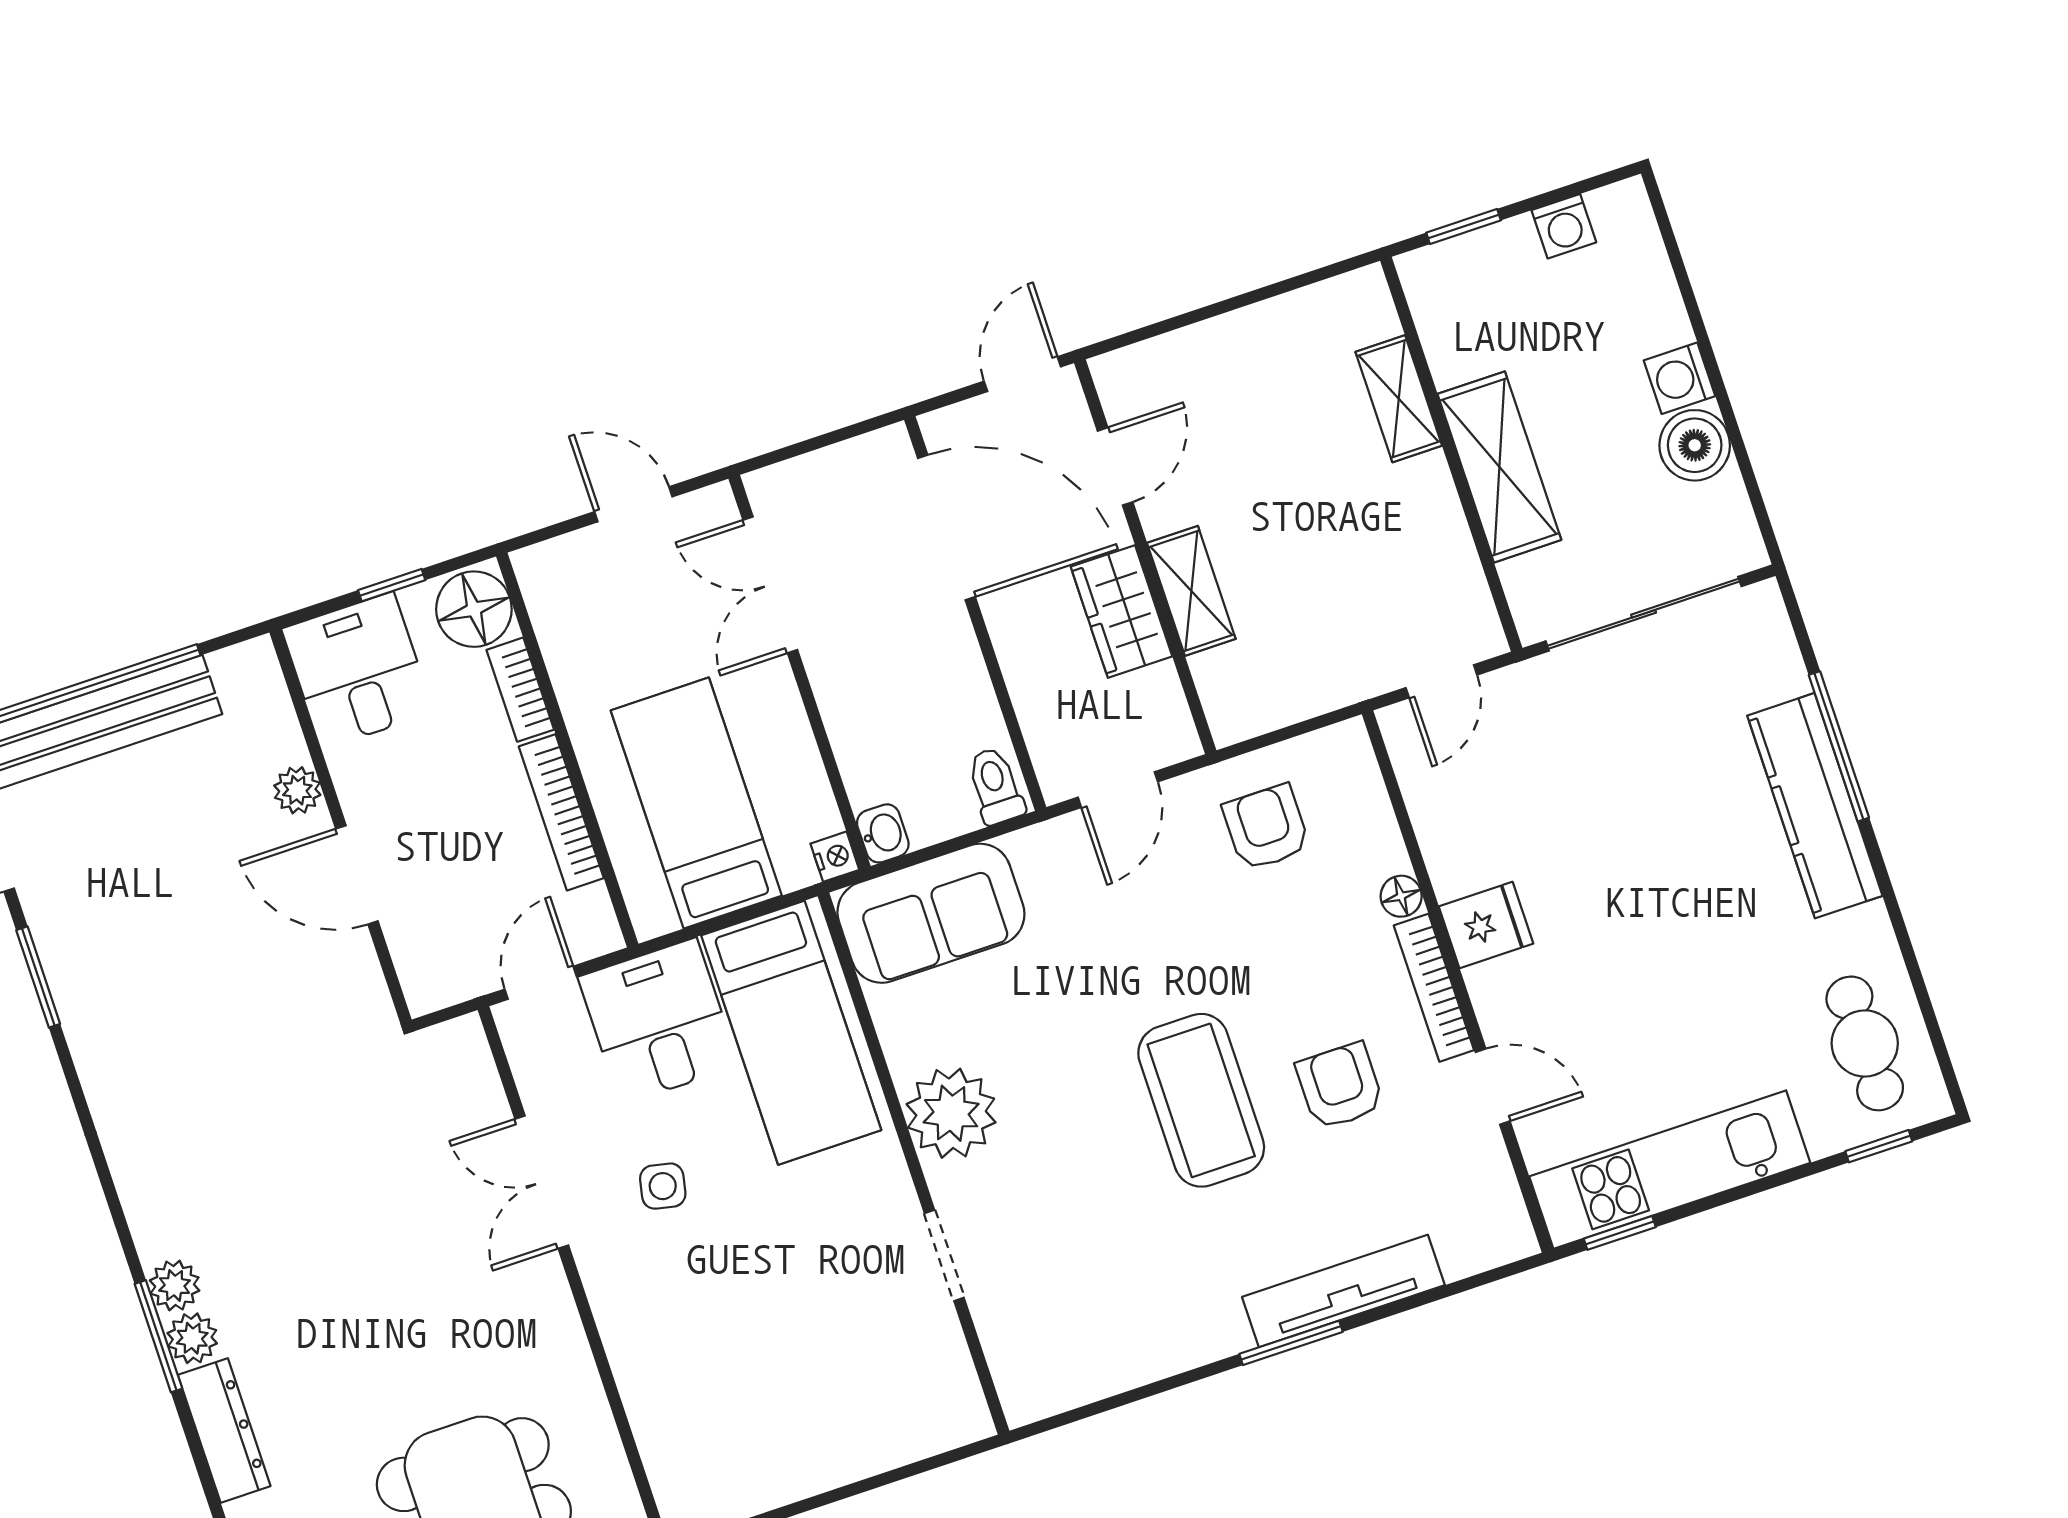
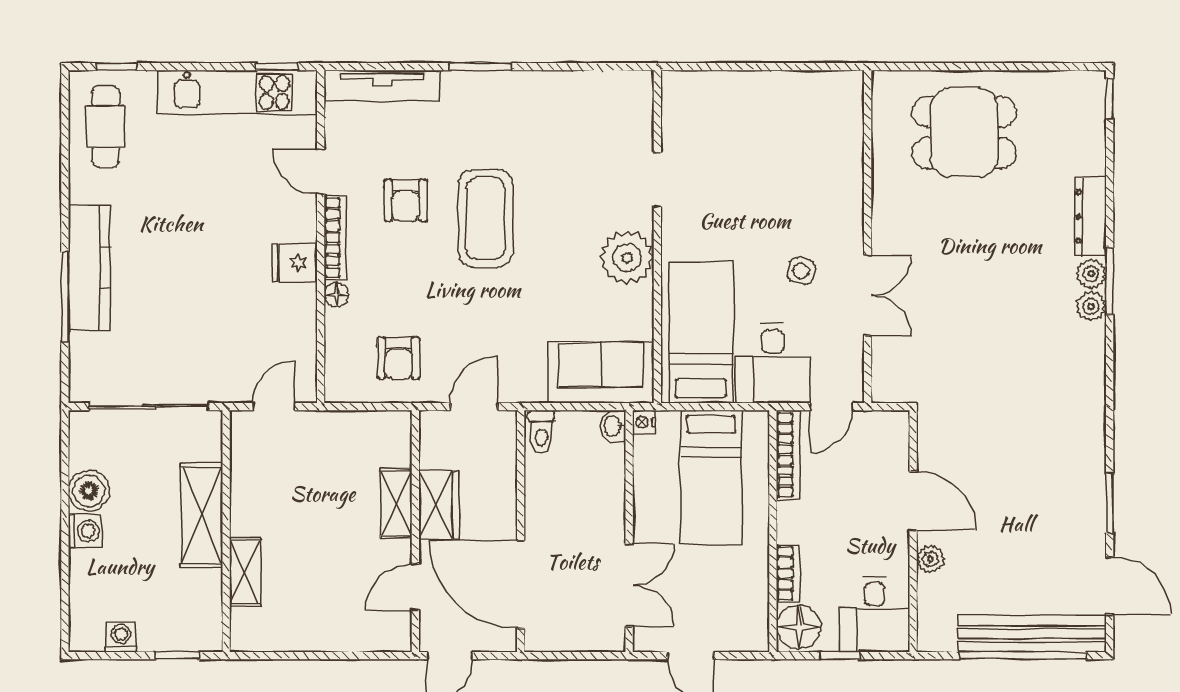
bookcase: (561, 812) -> (788, 455), moved
tv unit: (1343, 1291) -> (382, 86), moved

